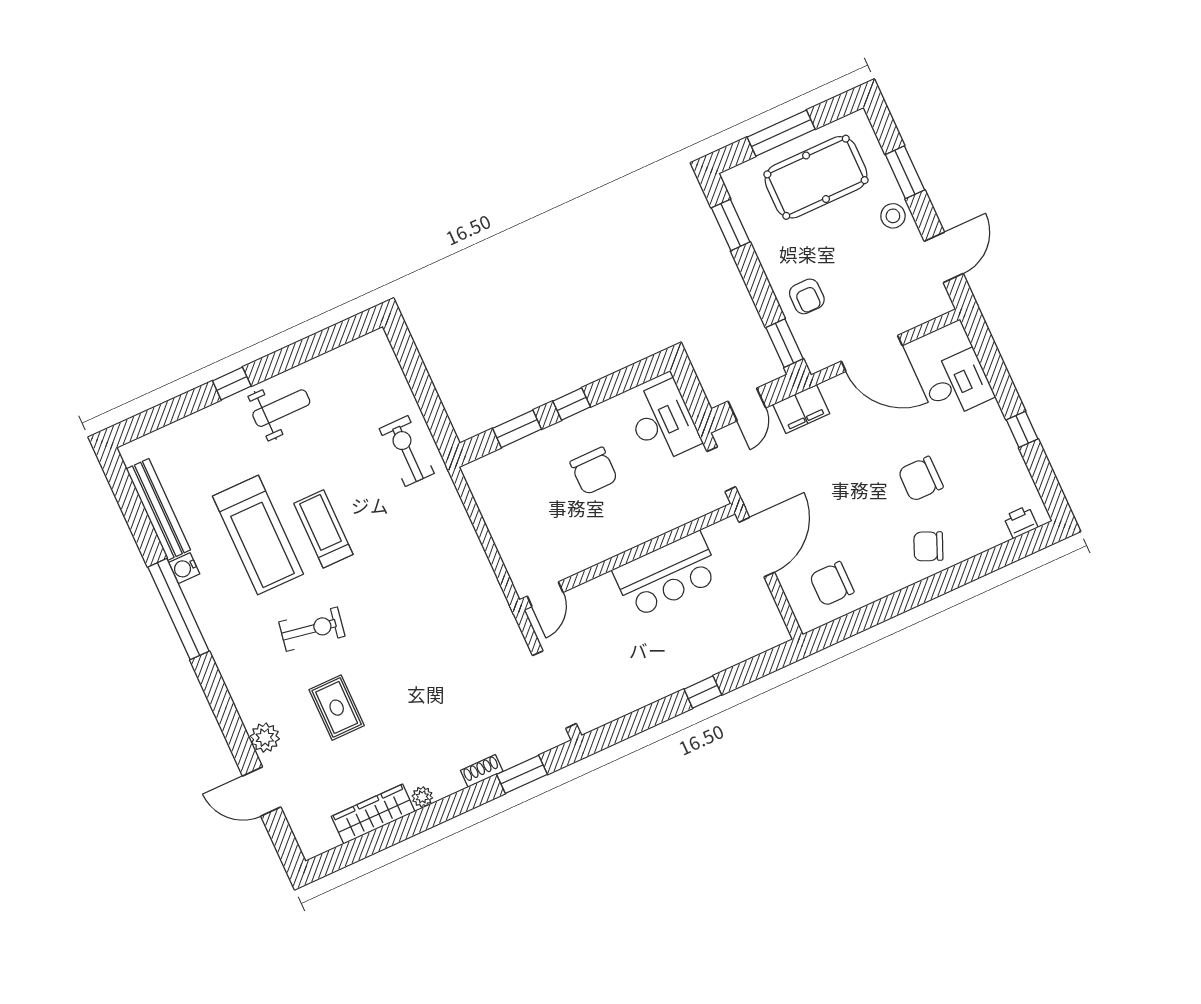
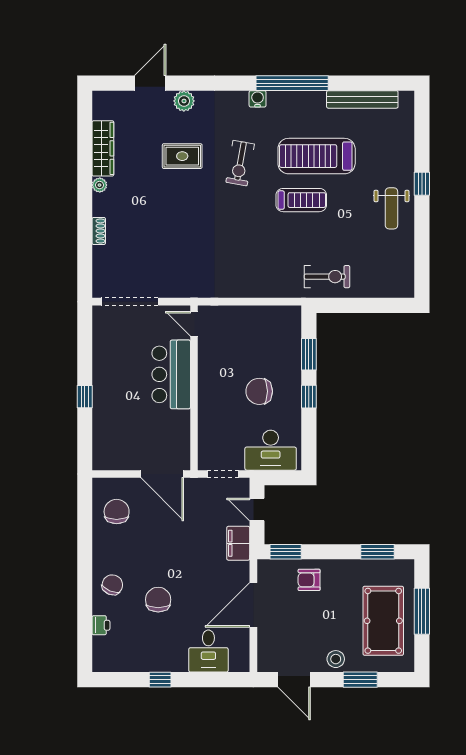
printer: (1021, 522) -> (101, 625), moved
water cooler: (184, 568) -> (258, 99), moved
bar counter: (667, 574) -> (171, 374), moved
window: (522, 774) -> (85, 256), removed

